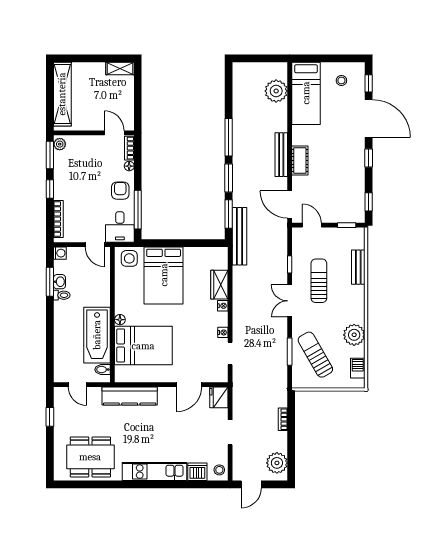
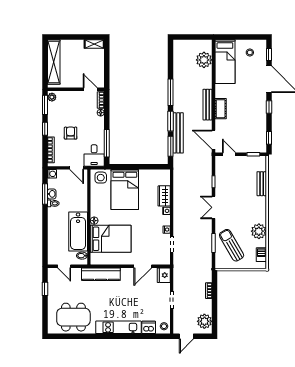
armchair: (120, 191) -> (71, 133), moved
bench: (240, 236) -> (178, 133), moved
sun lounger: (319, 281) -> (234, 193), removed

